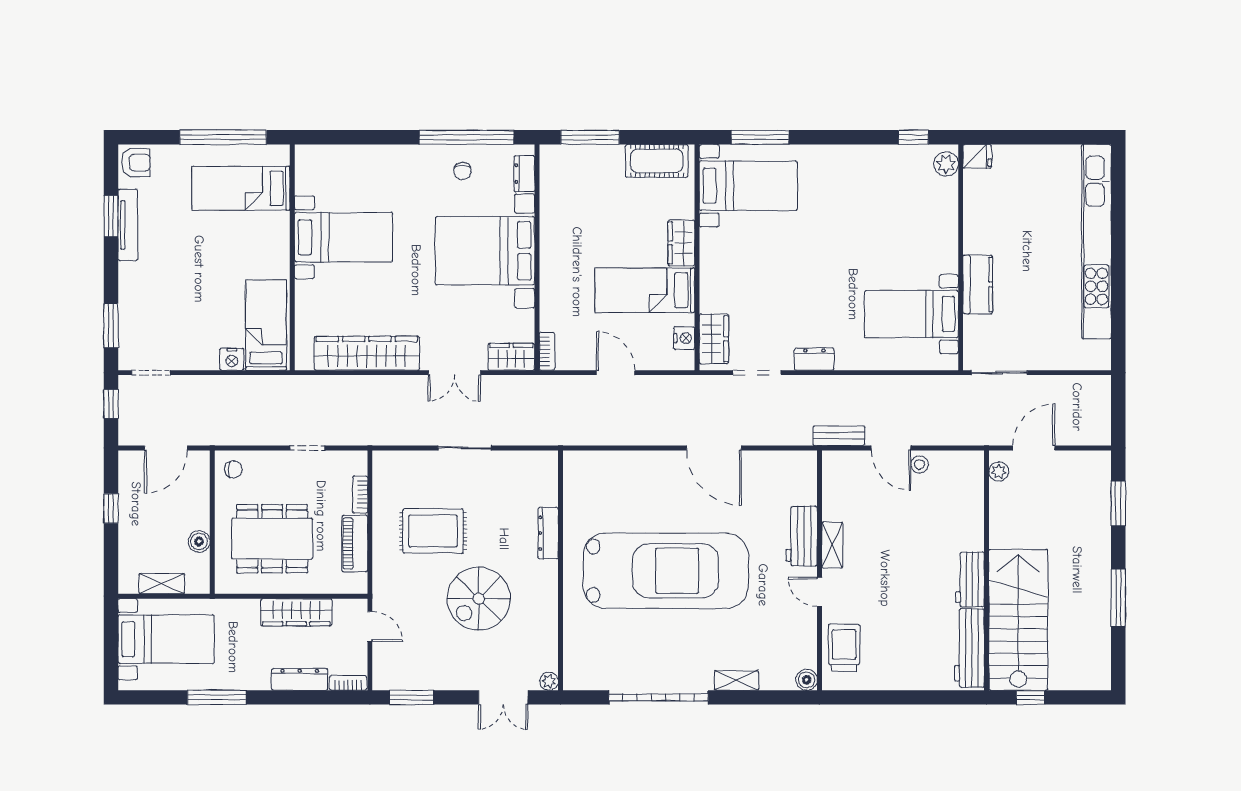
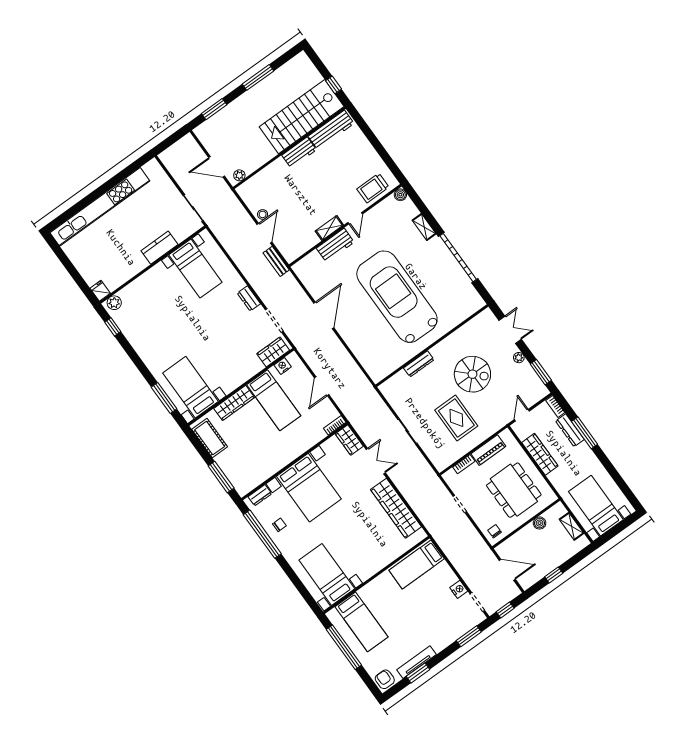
bed with nightstands: (344, 237) -> (327, 574), moved
wardrobe: (681, 243) -> (234, 403), width x1.50
nightstand: (232, 359) -> (459, 589), moved
plant: (549, 681) -> (519, 358), moved
window: (217, 697) -> (585, 433), moved

